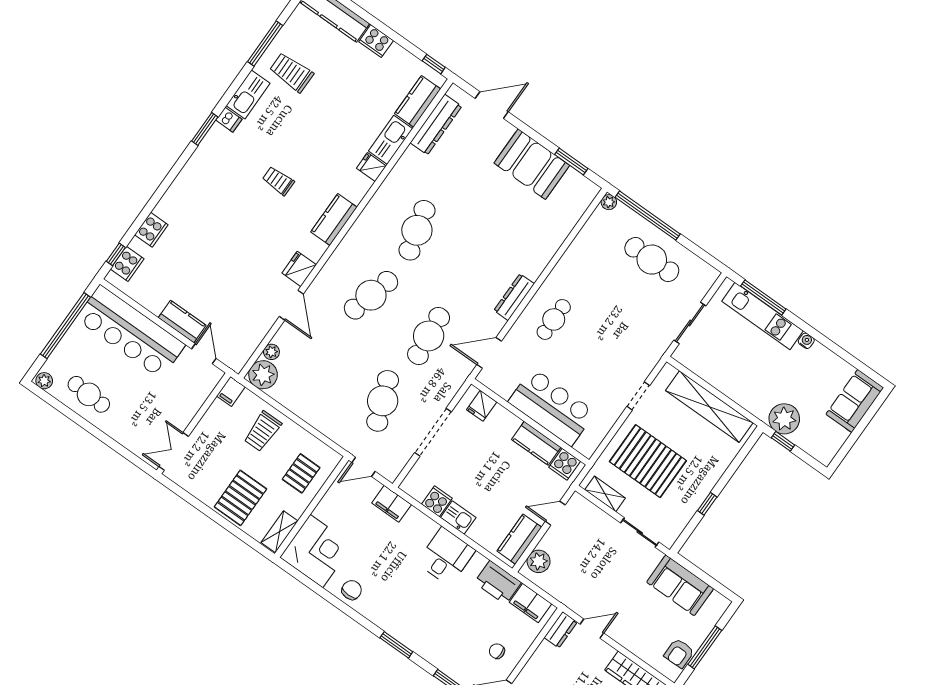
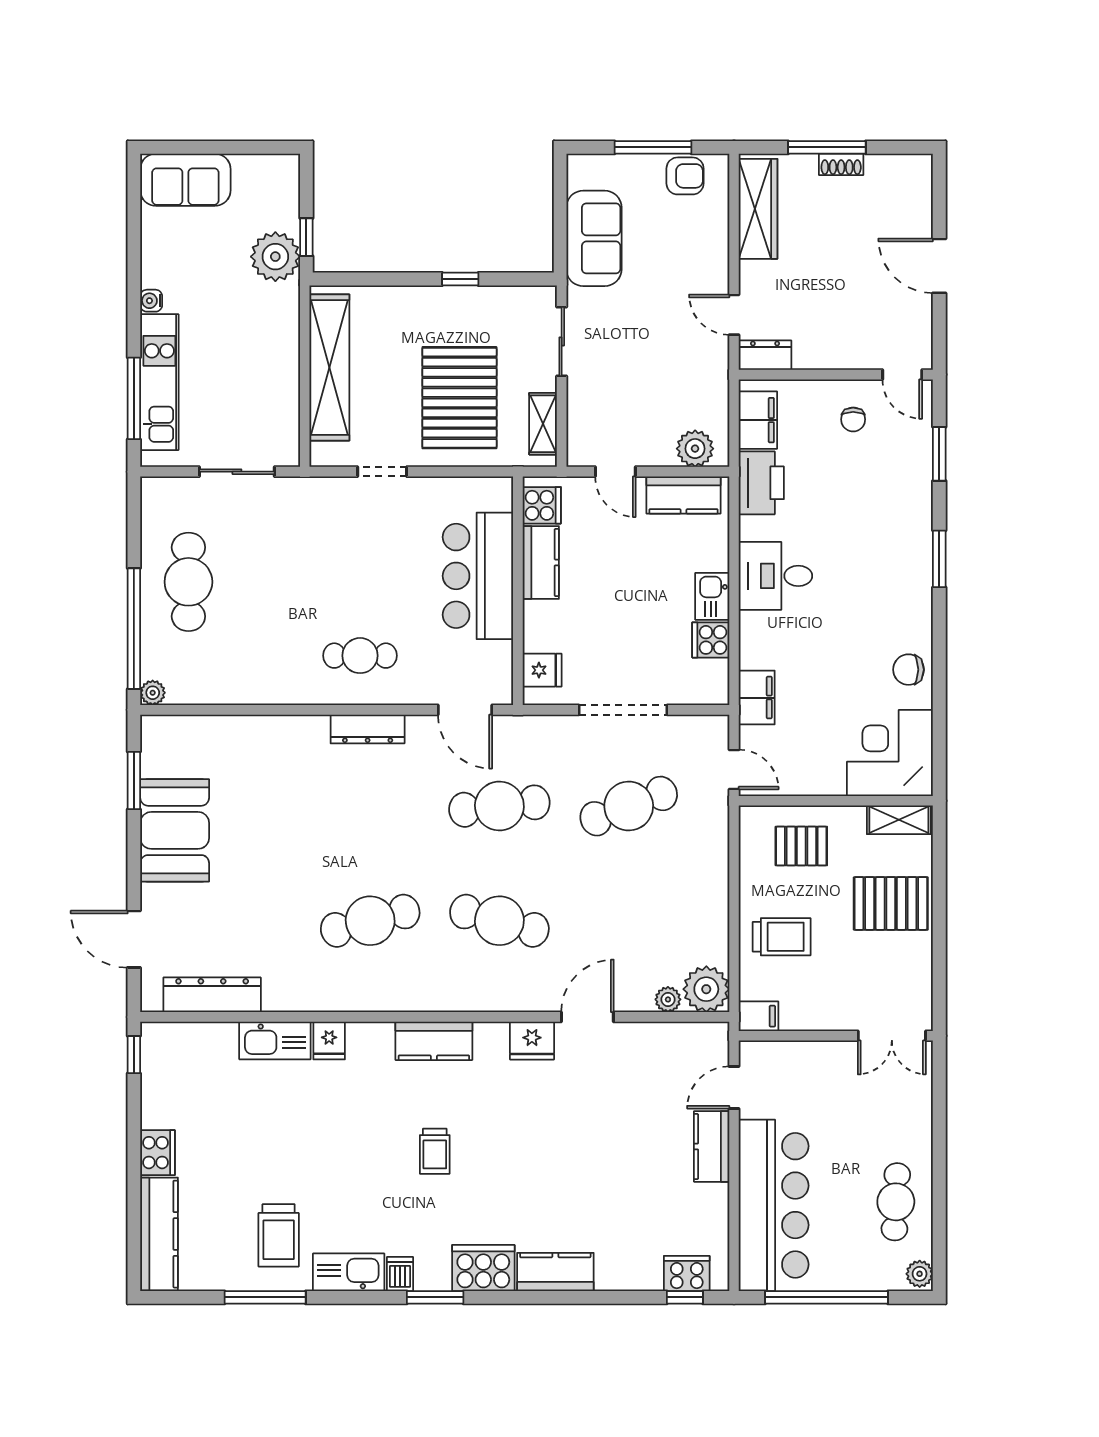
kitchen counter: (418, 101) -> (555, 1272), moved, turned 180
cooker: (151, 230) -> (483, 1268), moved, width x1.37, depth x1.31

